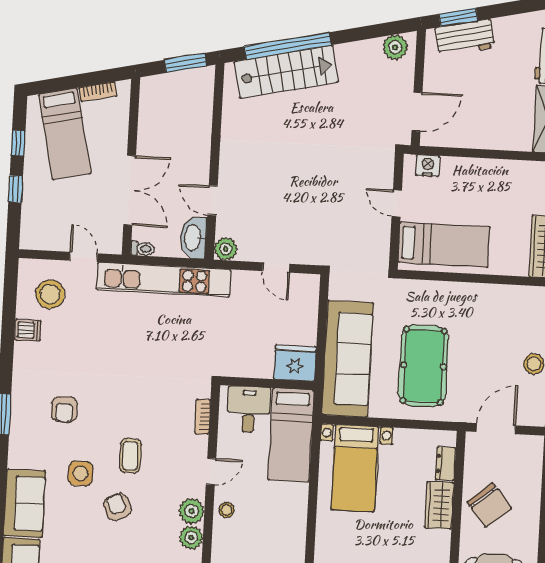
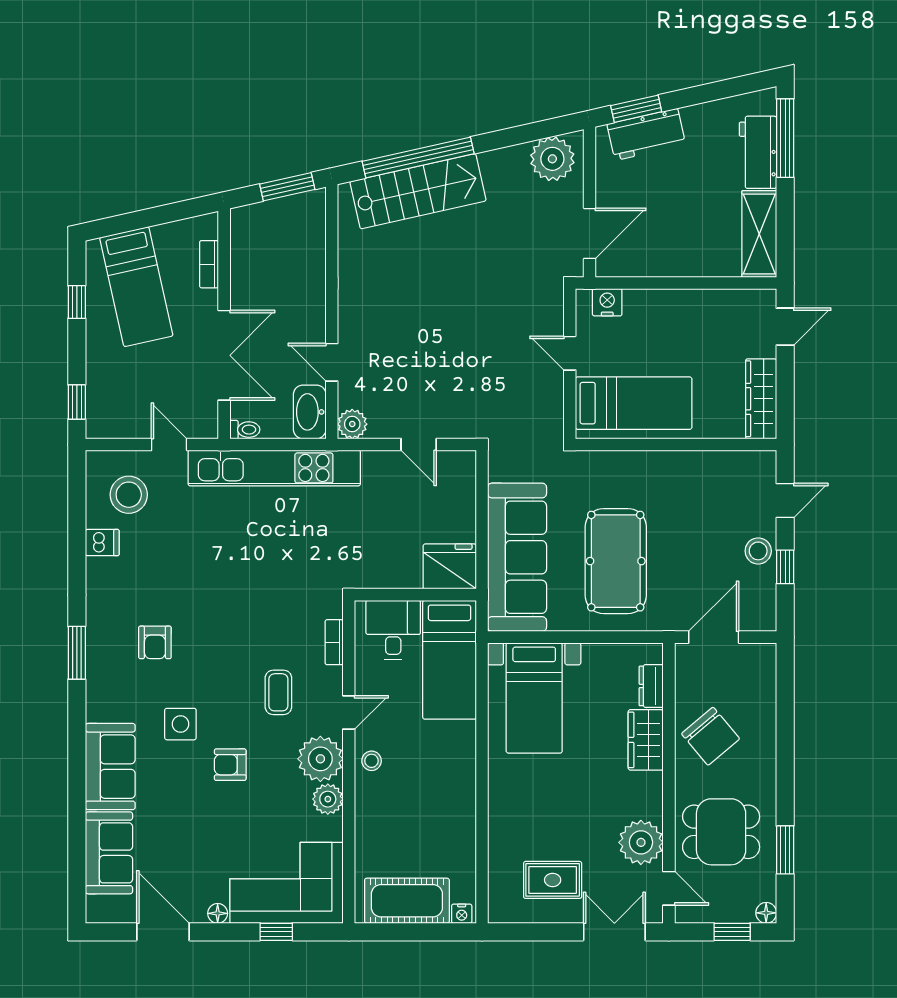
plant: (395, 47) -> (552, 159), width x1.36, depth x1.36
bookcase: (98, 92) -> (209, 264), moved, turned 103
window: (16, 189) -> (77, 402), moved
coffee table: (130, 456) -> (278, 692), moved
armchair: (117, 507) -> (230, 765), turned -65
plant: (192, 511) -> (320, 759), width x1.36, depth x1.36

